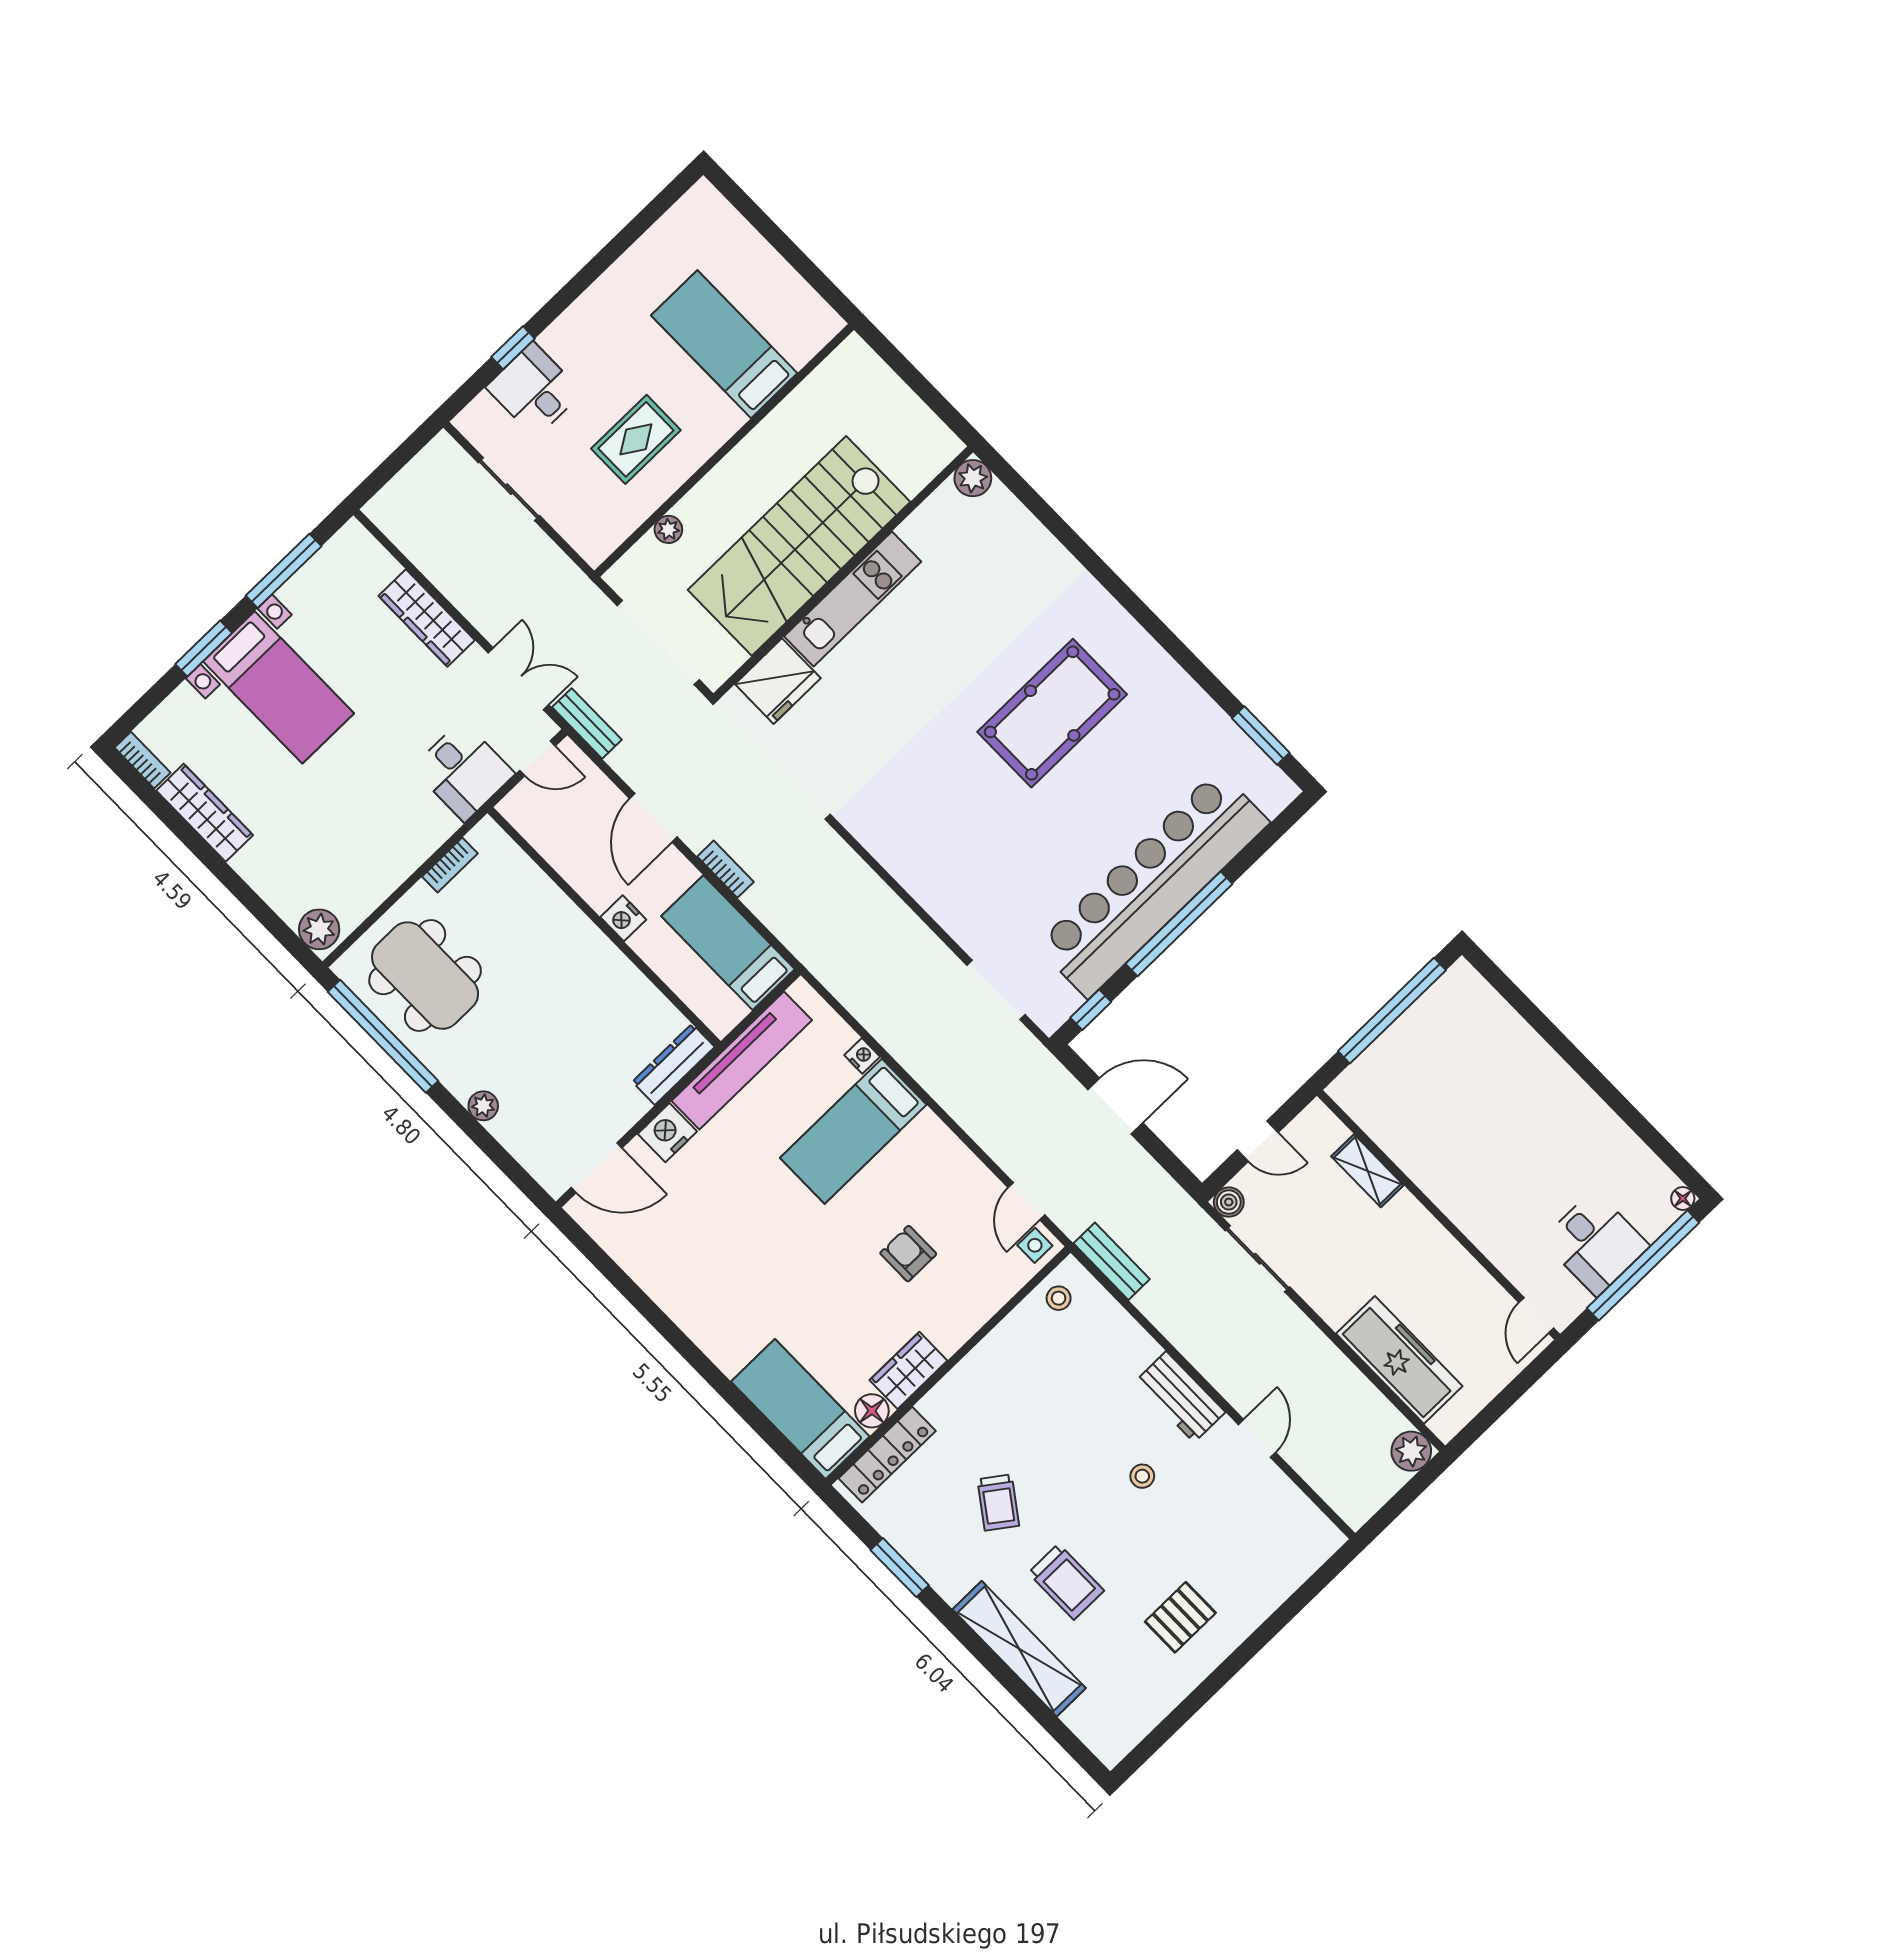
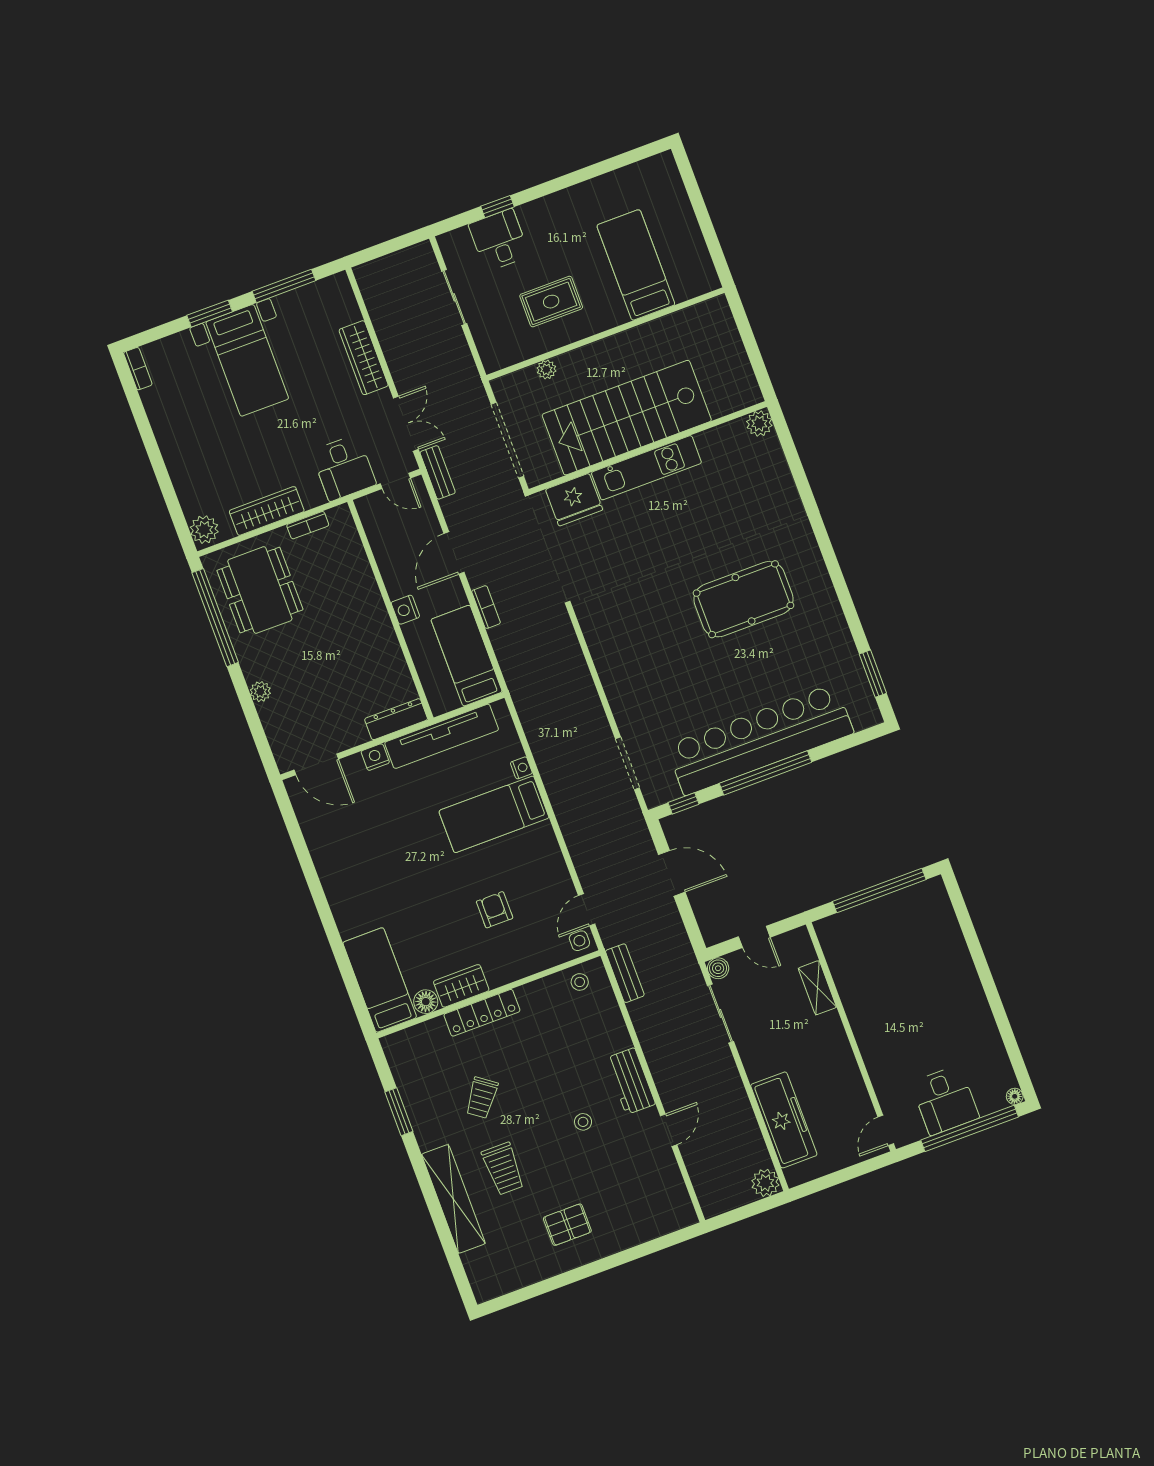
wardrobe: (205, 813) -> (267, 511), moved, turned -90
nightstand: (667, 1133) -> (375, 757), width x0.74, depth x0.75
locker: (887, 1455) -> (482, 1013), moved

